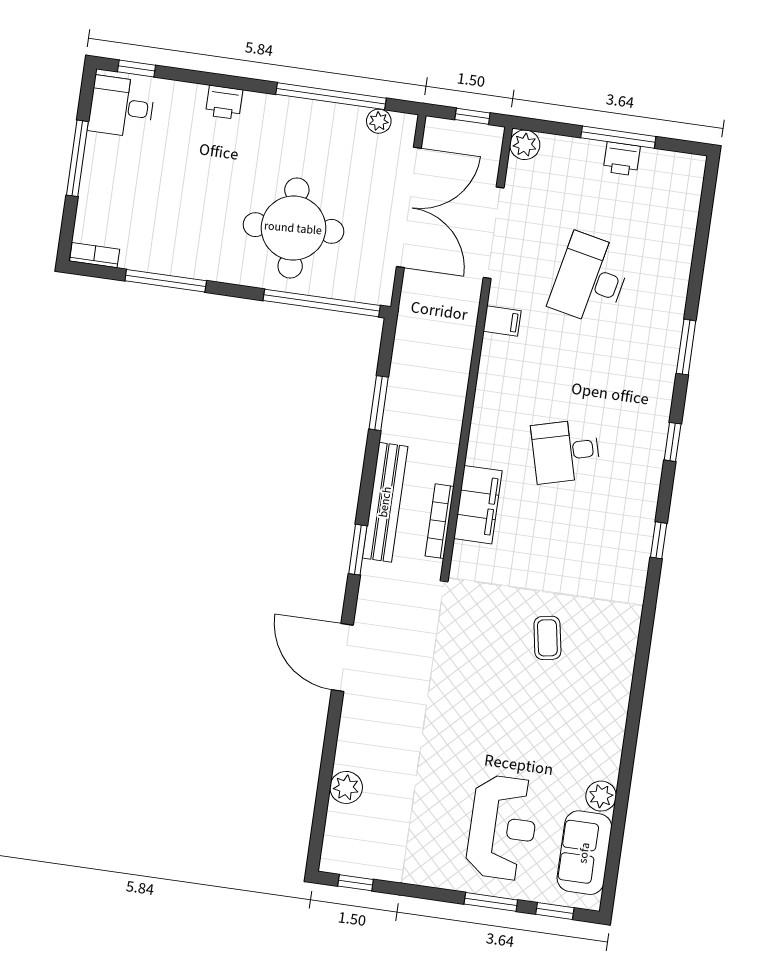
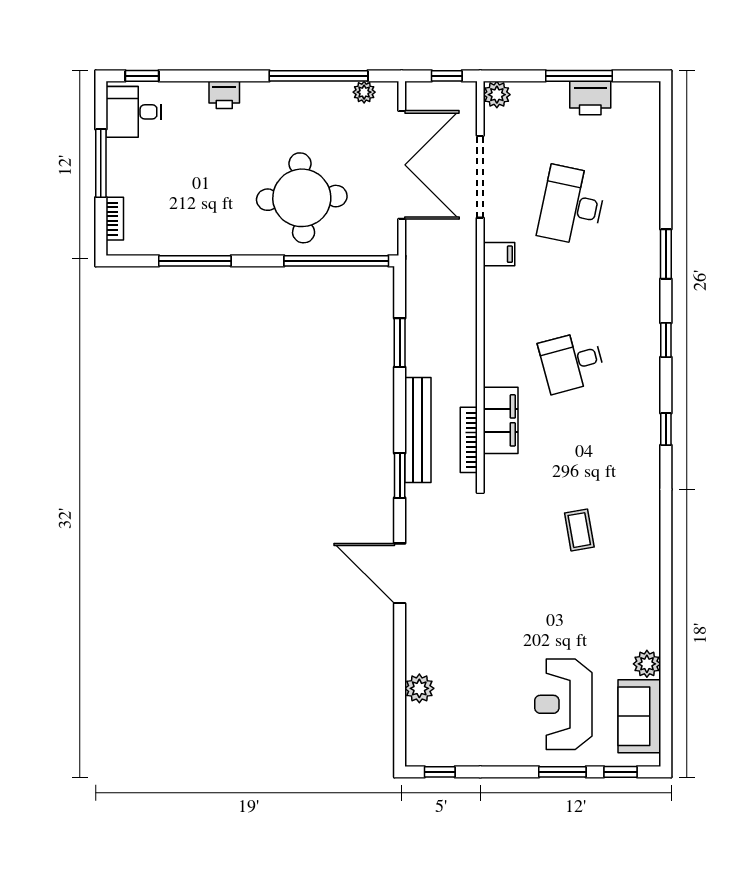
printer: (622, 159) -> (590, 98), width x1.36, depth x1.24
bookcase: (95, 255) -> (115, 219), moved, turned 90
reception desk: (503, 828) -> (563, 704), turned 180

